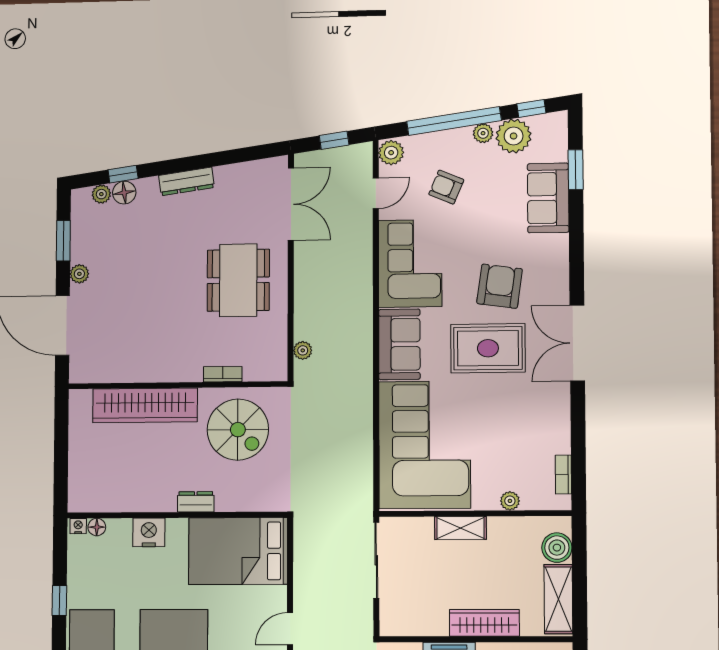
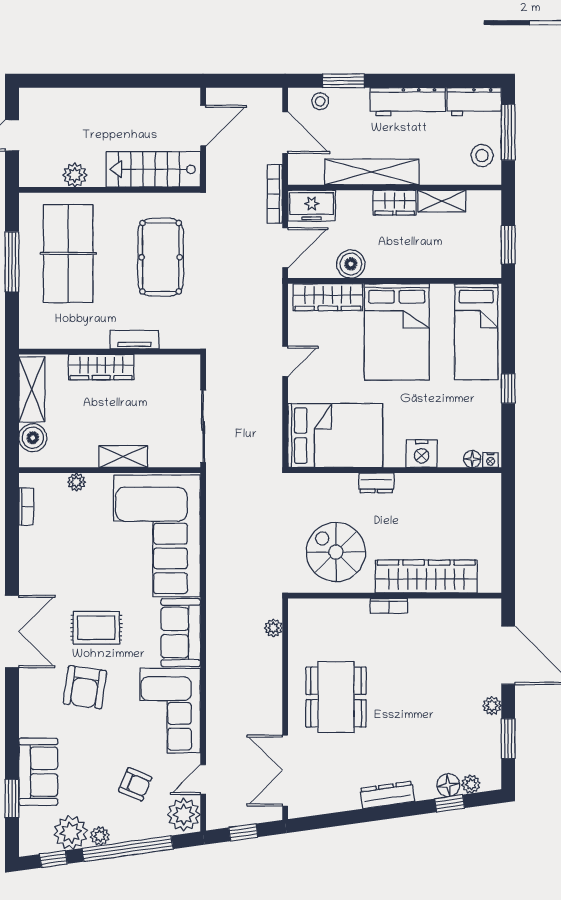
plant: (391, 153) -> (184, 815), width x1.36, depth x1.36
rug: (488, 348) -> (96, 628), width x0.73, depth x0.70
bookcase: (223, 374) -> (389, 606), moved

